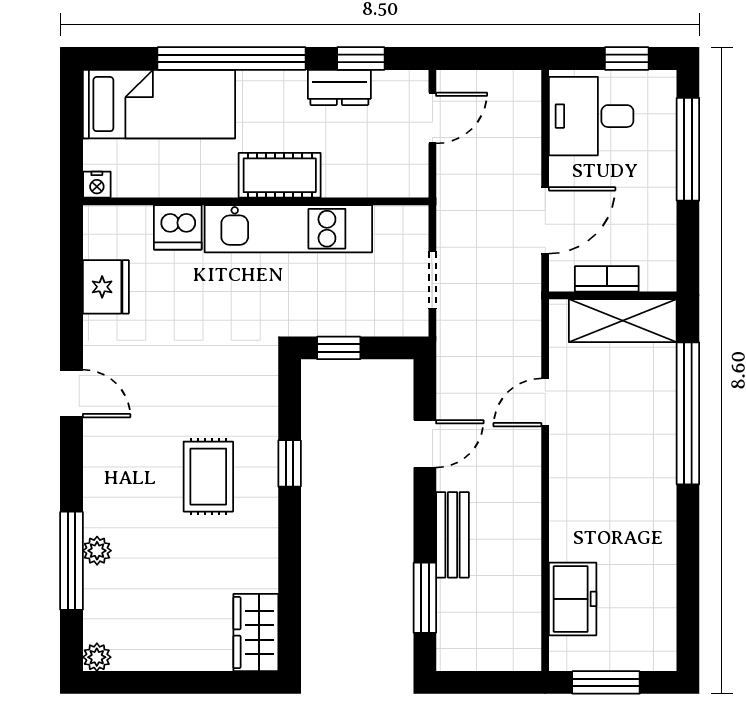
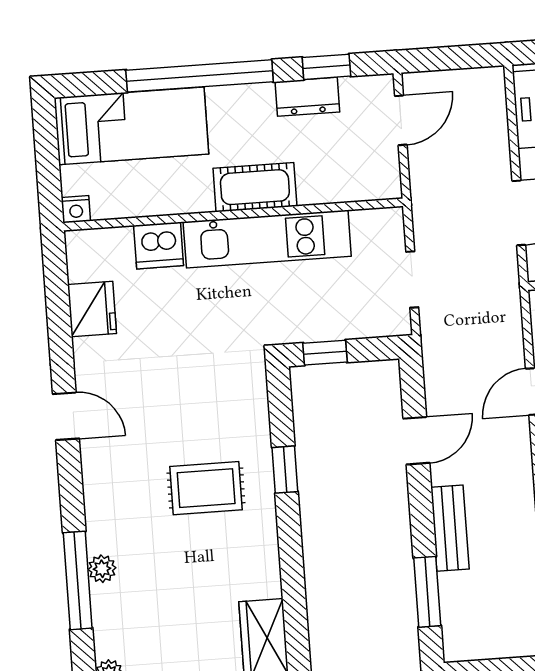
rug: (208, 477) -> (206, 488), turned 90

